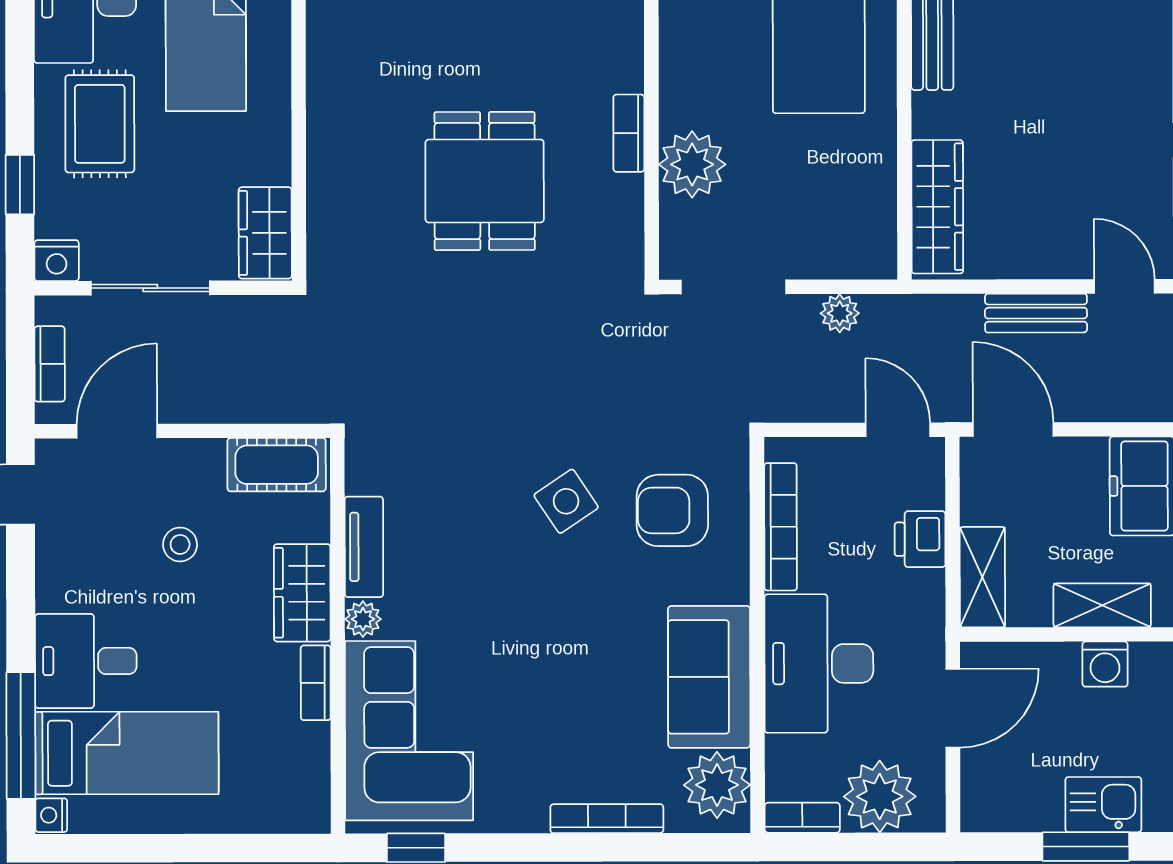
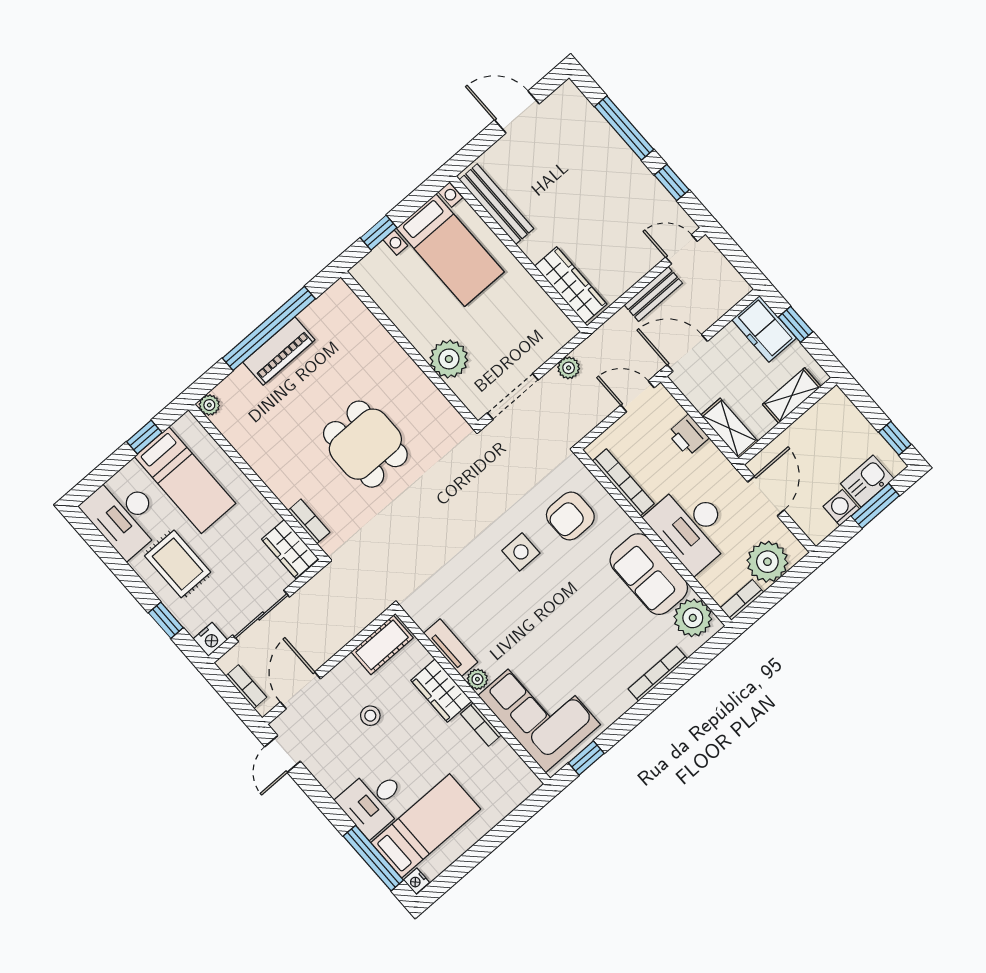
bookcase: (629, 133) -> (309, 521), moved, turned 180
side table: (566, 501) -> (521, 552), turned 34
washing machine: (1105, 664) -> (841, 508), moved, turned 180

